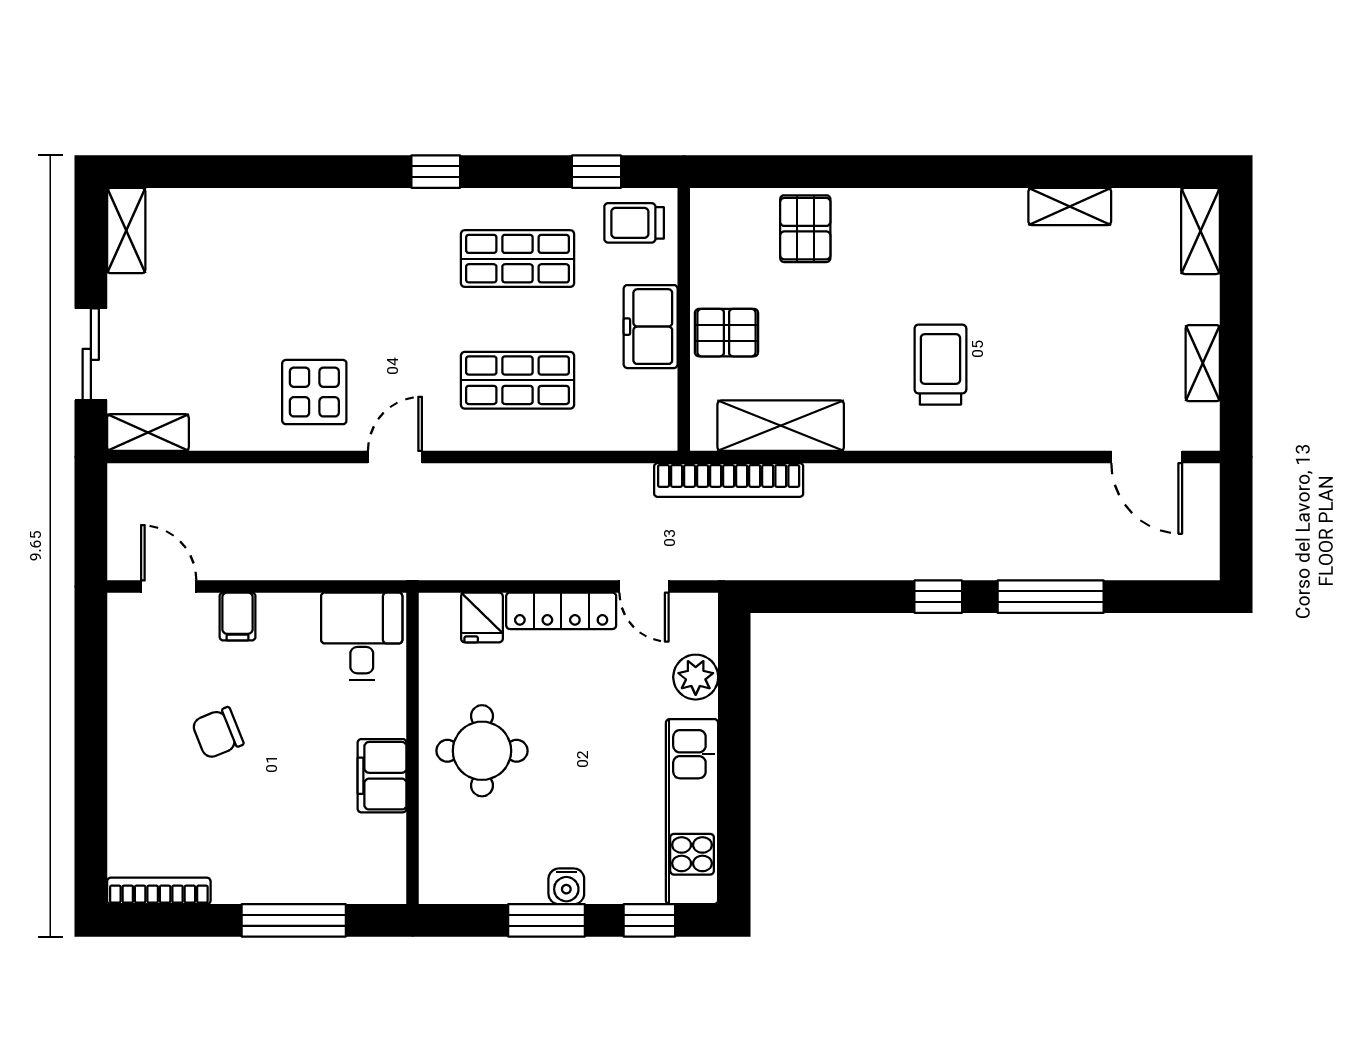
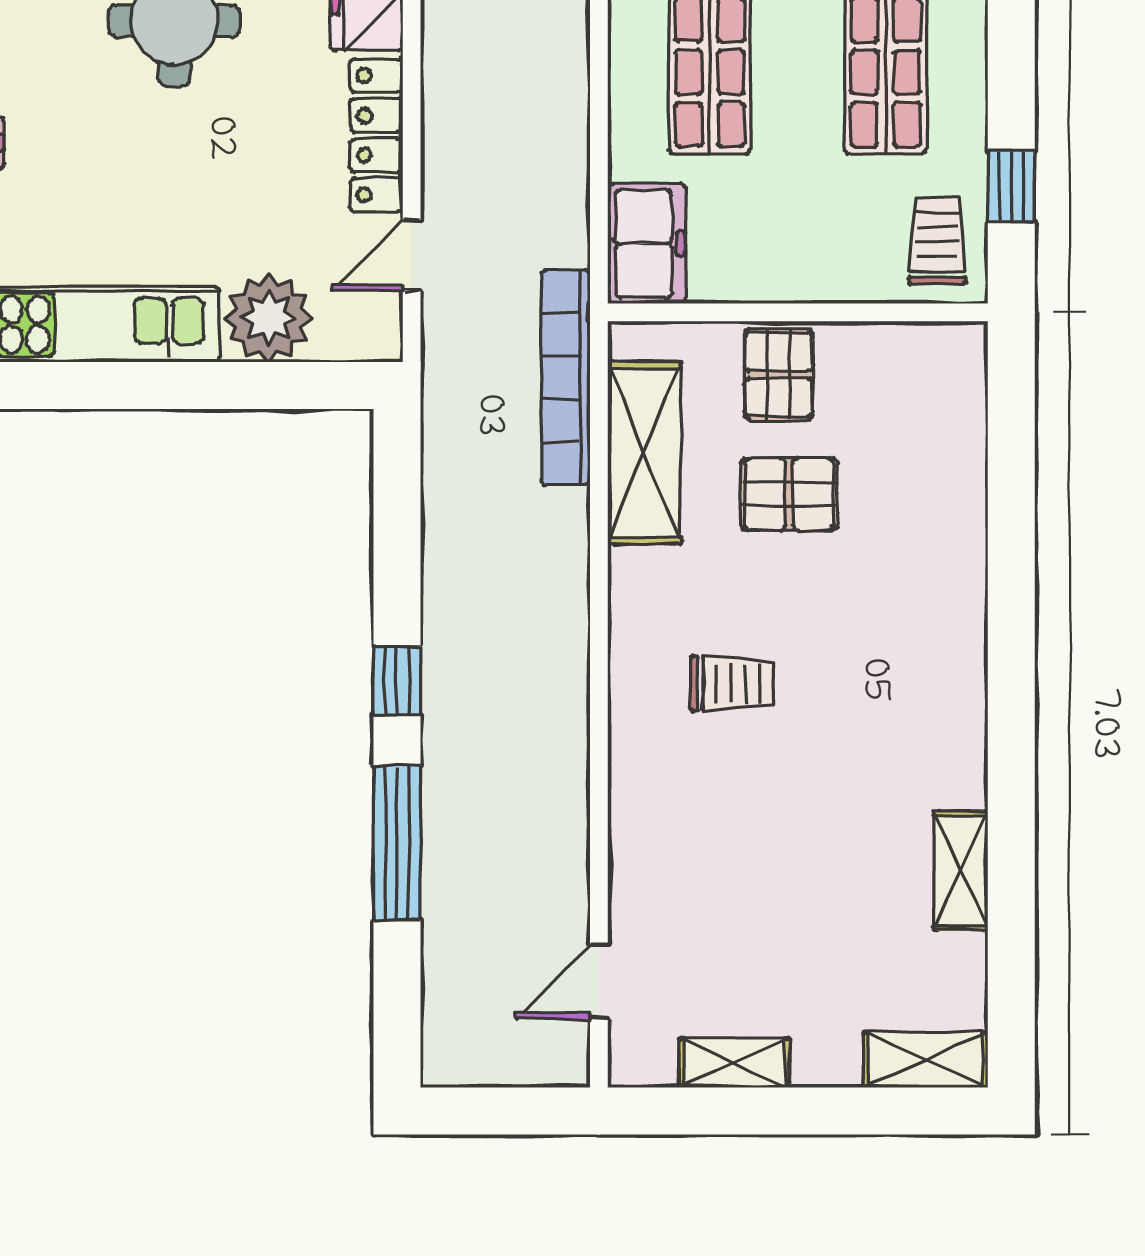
pallet: (805, 229) -> (789, 494), moved
freezer: (651, 327) -> (647, 244), moved, turned 90
trolley: (940, 365) -> (732, 684), width x0.73, depth x0.72
door: (1147, 457) -> (599, 982), width x0.73
plant: (696, 677) -> (269, 318), width x1.36, depth x1.36

